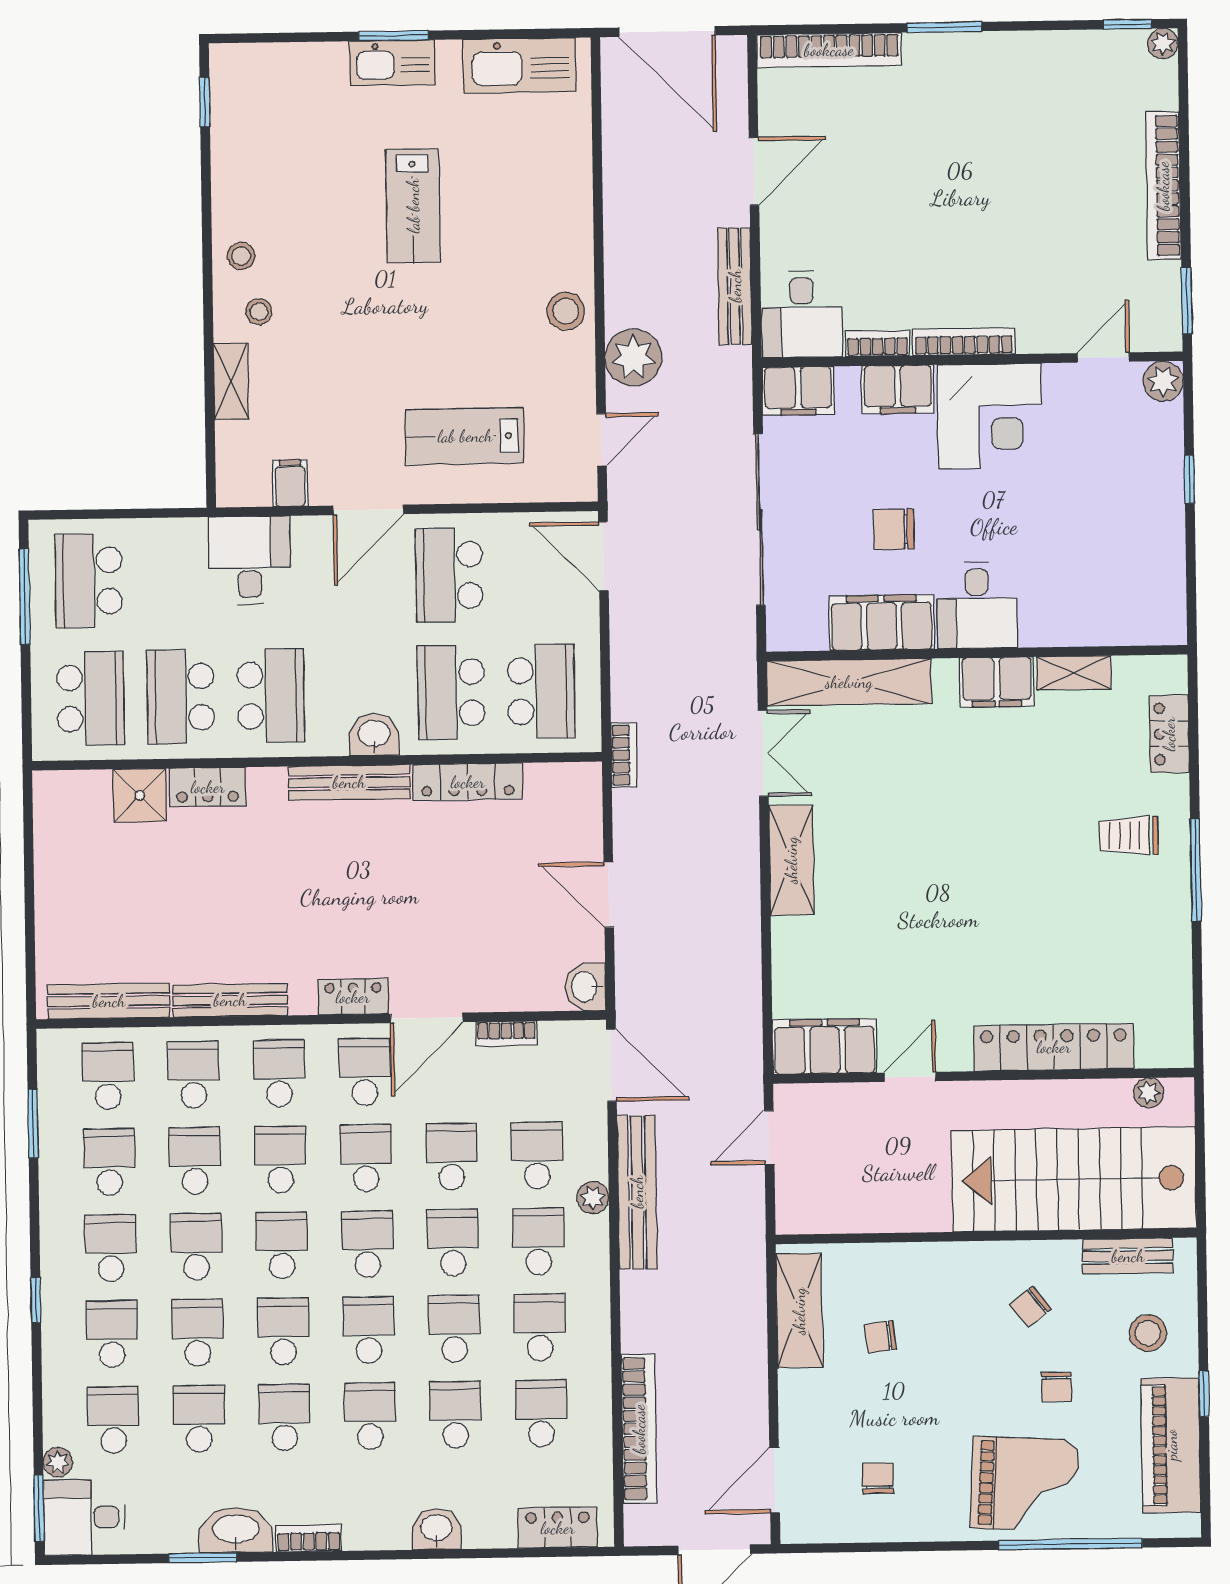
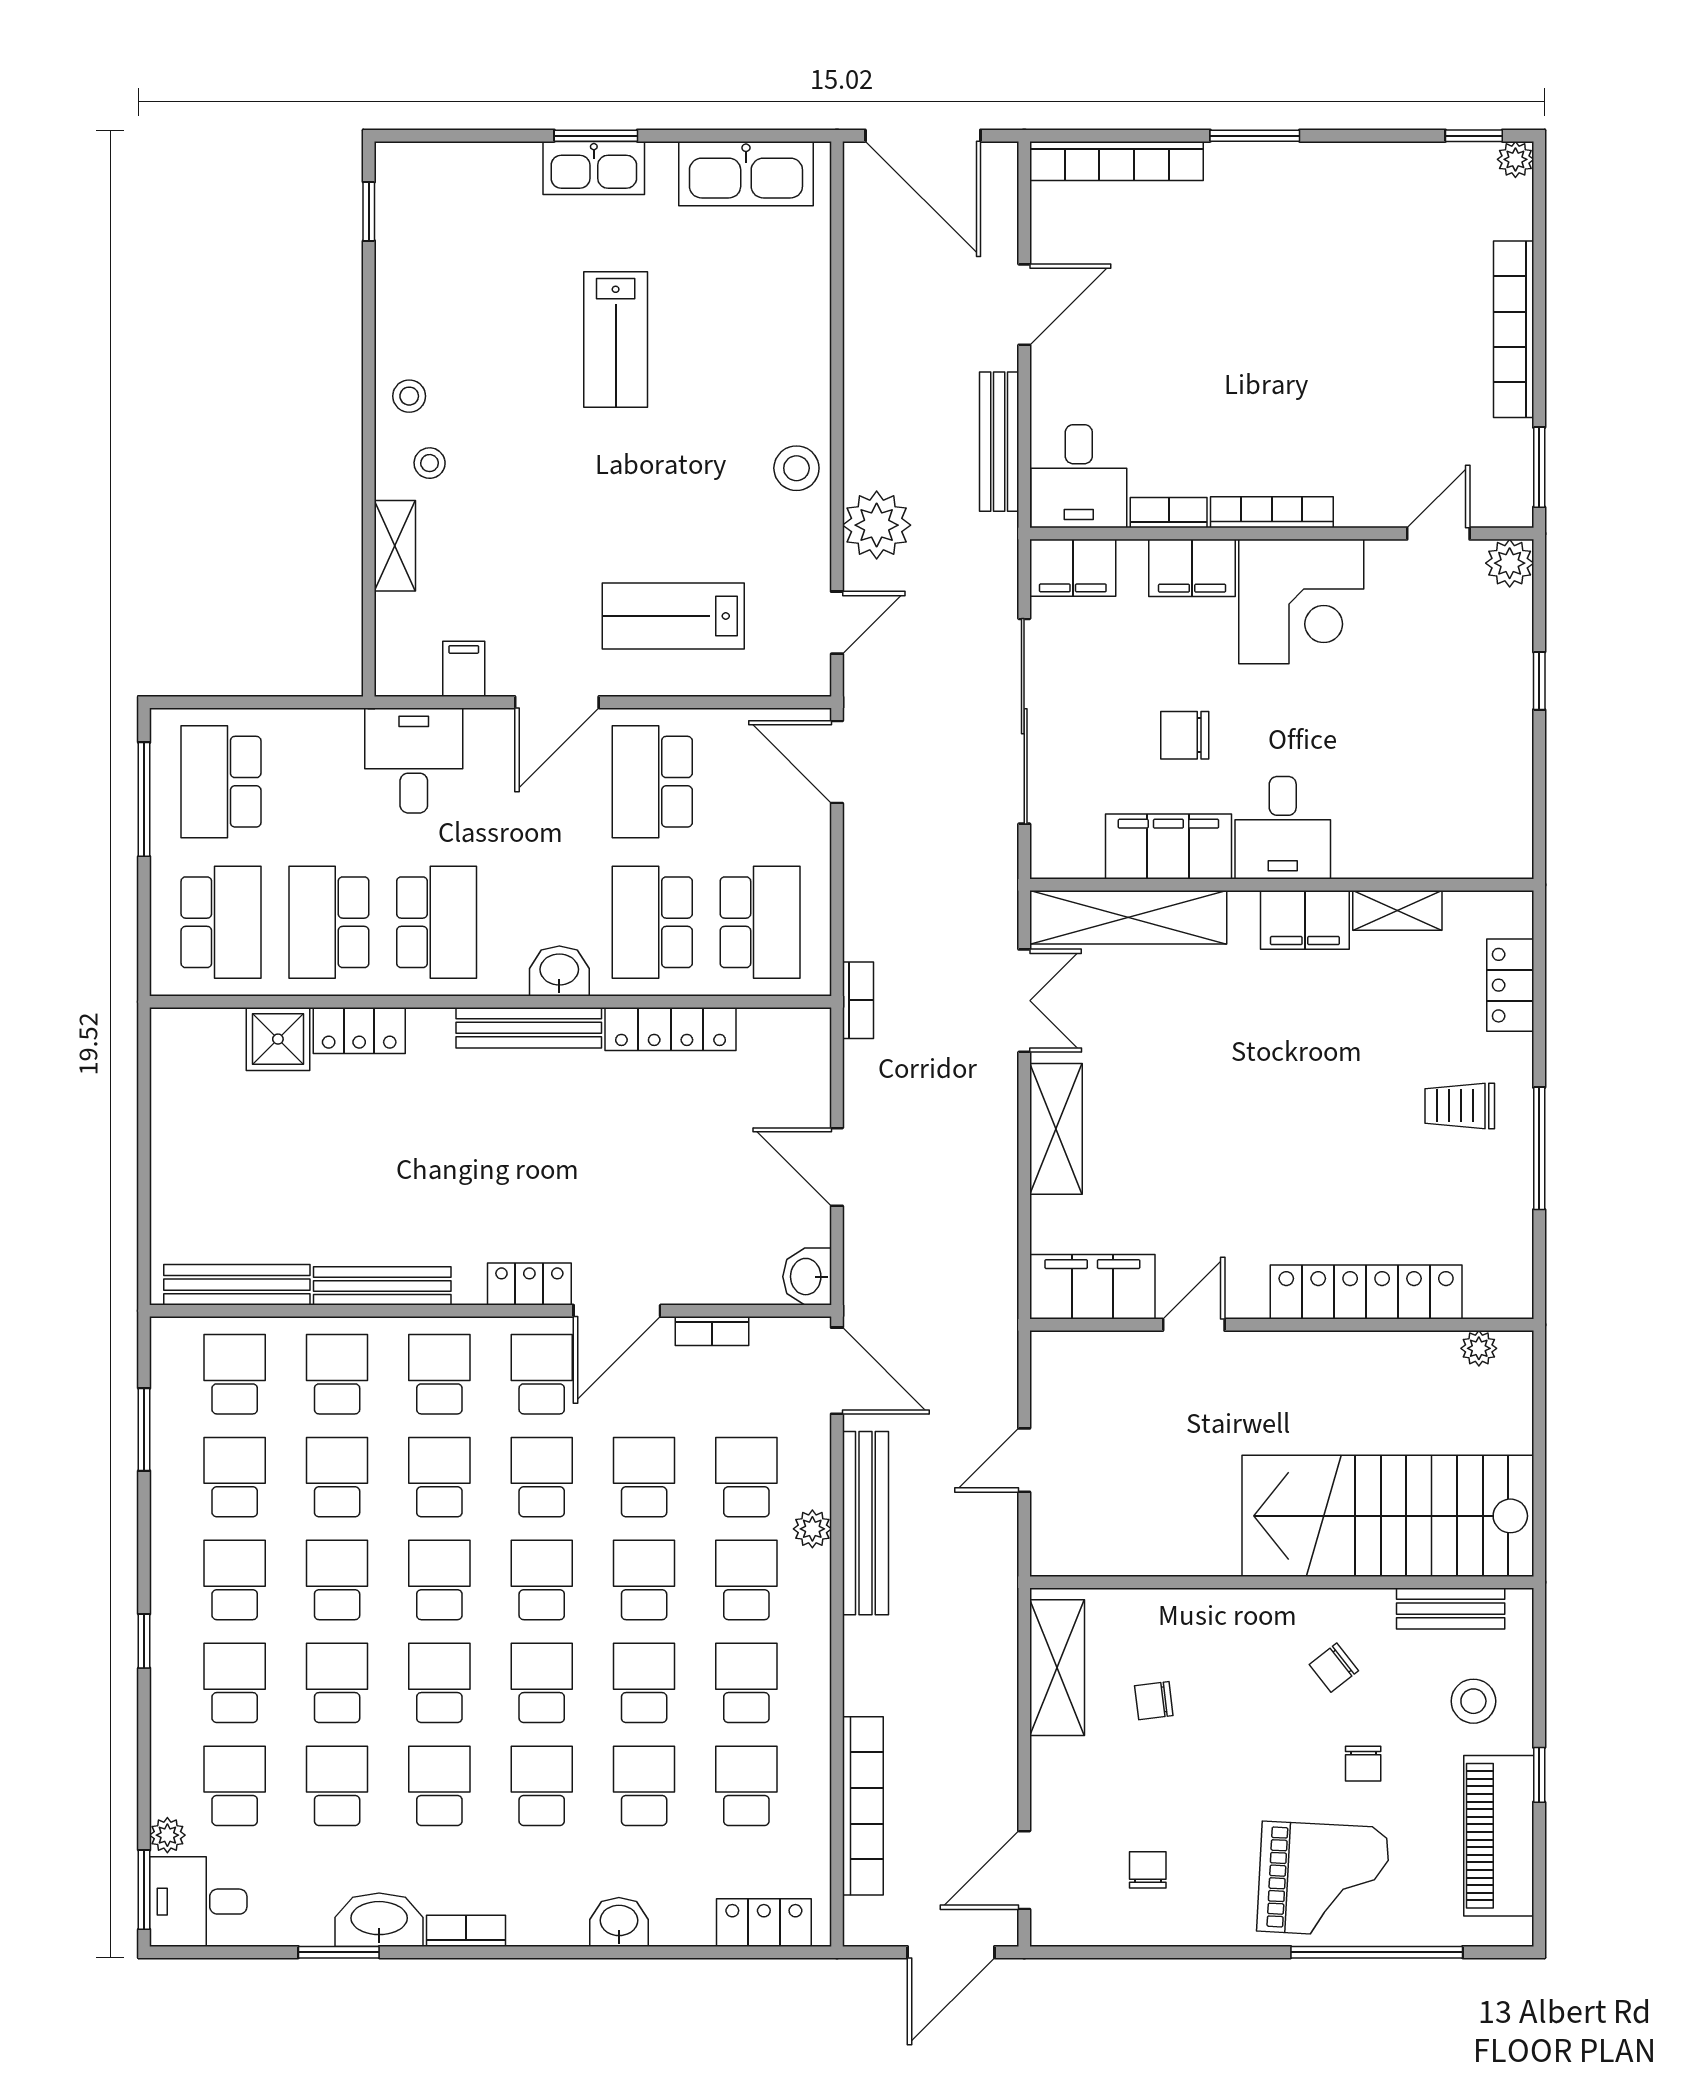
filing cabinet: (825, 1046) -> (1092, 1287), moved
locker: (1054, 1047) -> (1366, 1292), moved
wall: (984, 1076) -> (1282, 1325), moved
door: (910, 1077) -> (1194, 1325), moved
plant: (1149, 1093) -> (1479, 1348), moved

